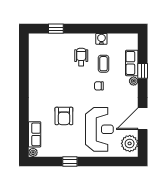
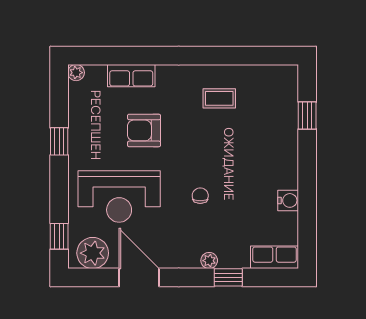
wheelchair: (81, 57) -> (254, 163), removed
row of seats: (132, 63) -> (275, 257), moved
coffee table: (103, 64) -> (219, 98), moved
row of seats: (35, 134) -> (131, 76), moved
window: (121, 161) -> (59, 236), added

